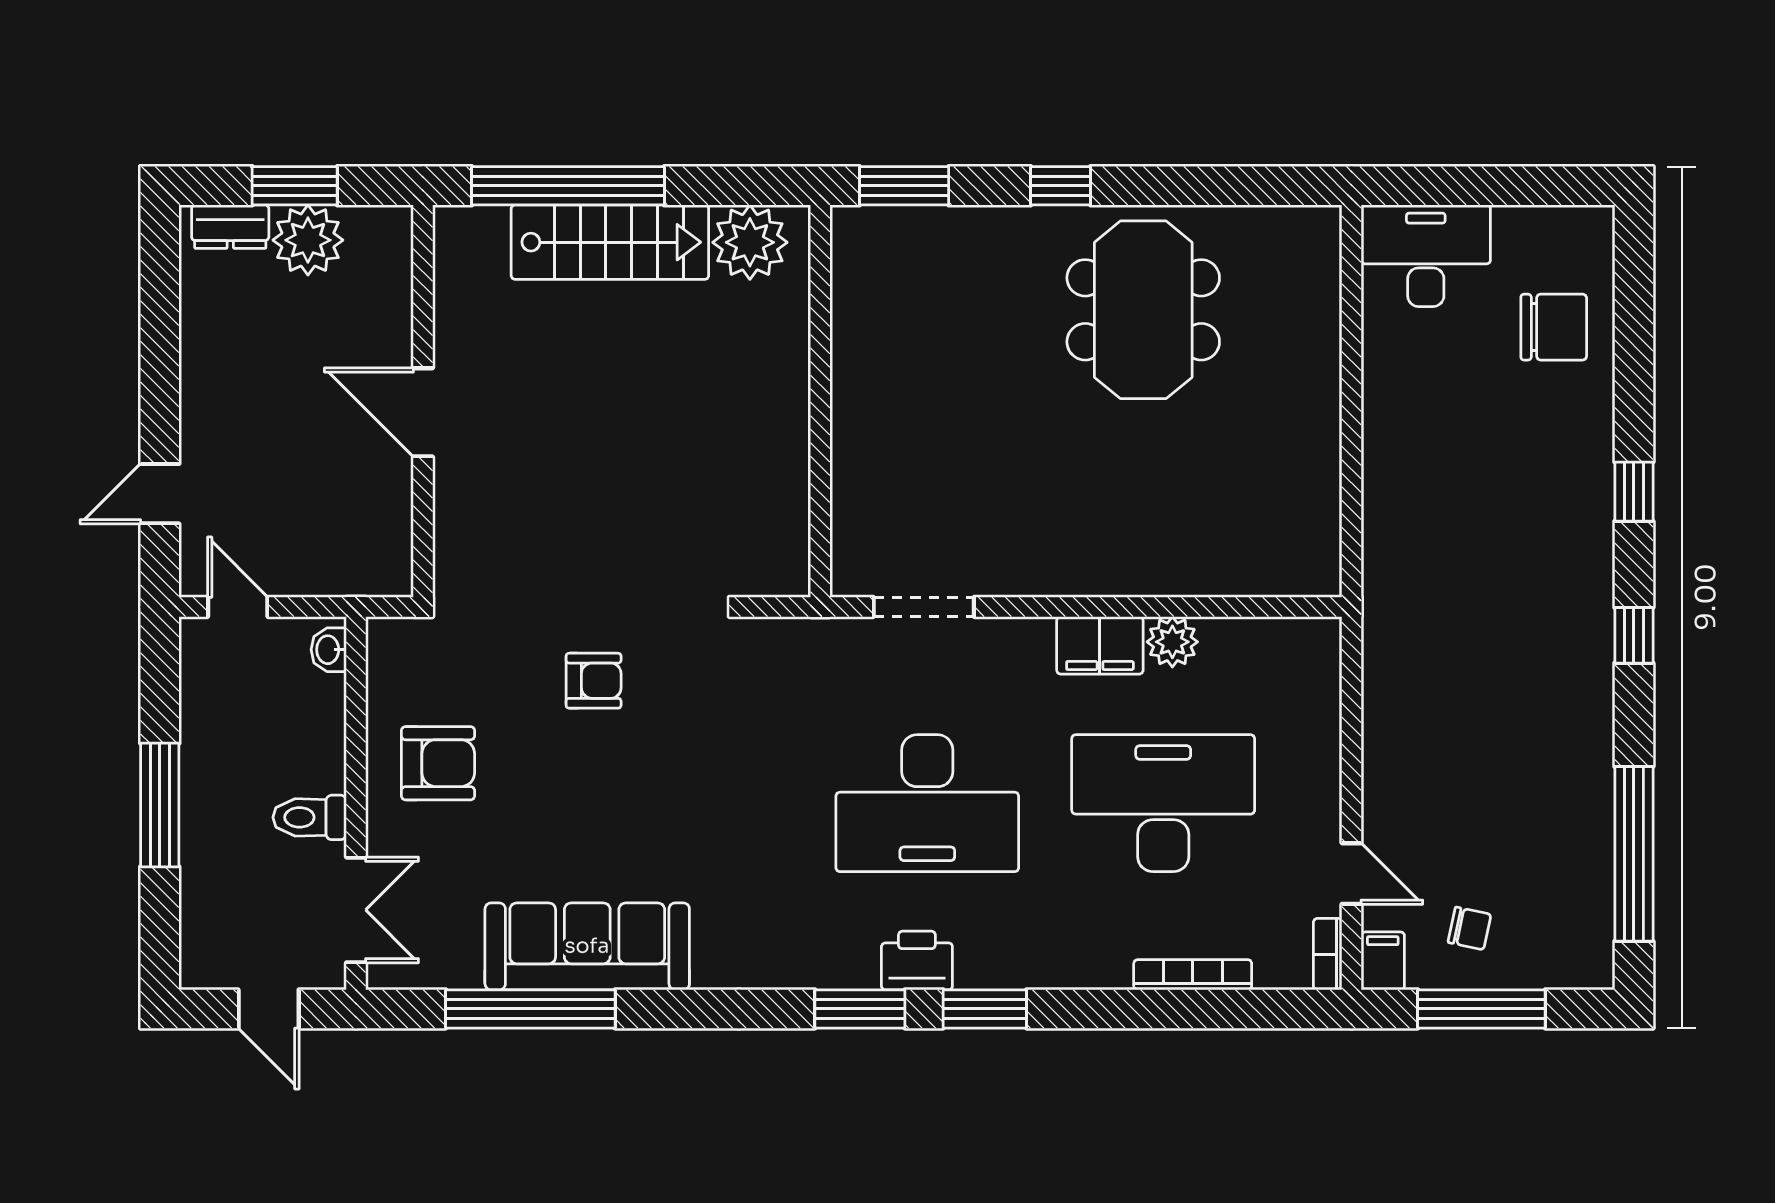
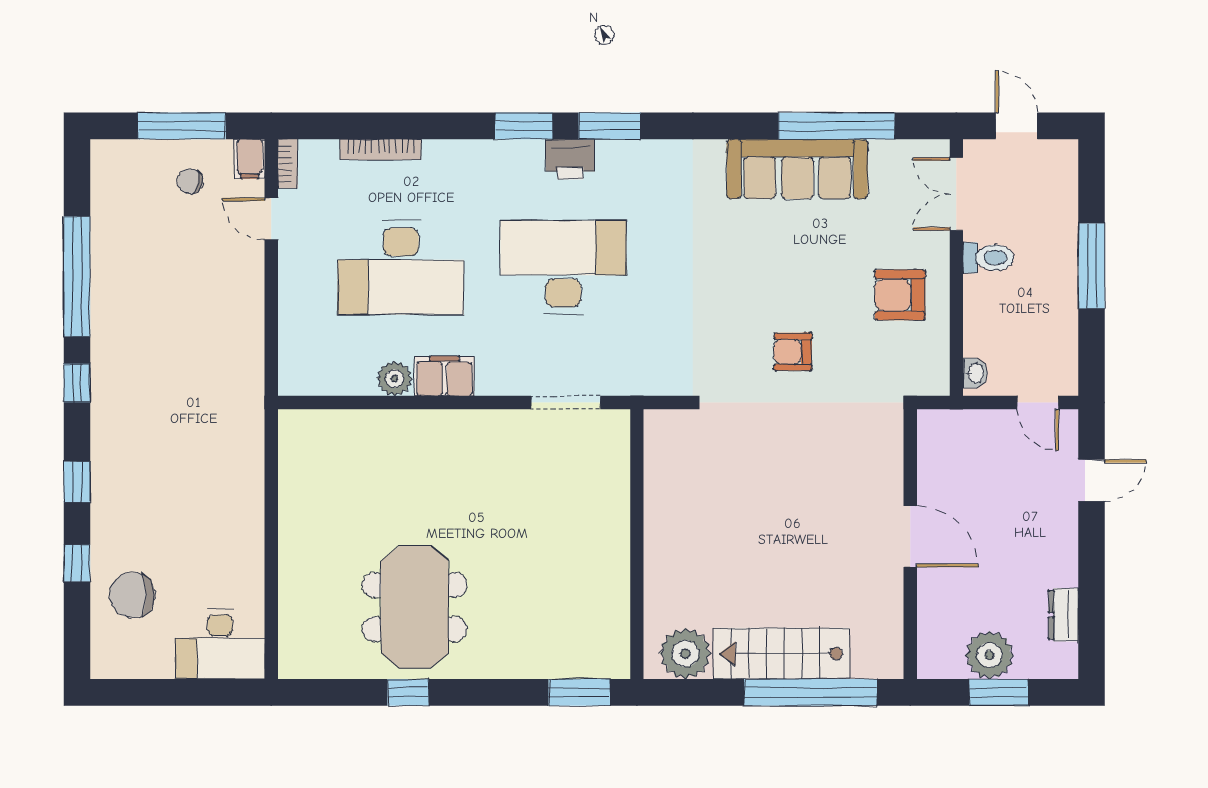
window: (1061, 186) -> (408, 692), moved
dresser: (230, 227) -> (1063, 615), moved, turned -90
window: (1634, 373) -> (77, 563), added
window: (1634, 854) -> (77, 277), moved

